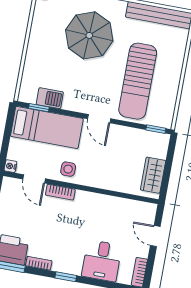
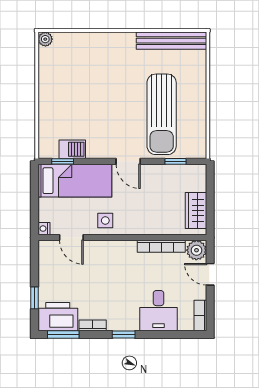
parasol: (89, 35) -> (102, 76), removed
window: (156, 129) -> (175, 161), moved
bookcase: (60, 192) -> (161, 246), moved, width x1.56
plant: (147, 212) -> (196, 250), added

